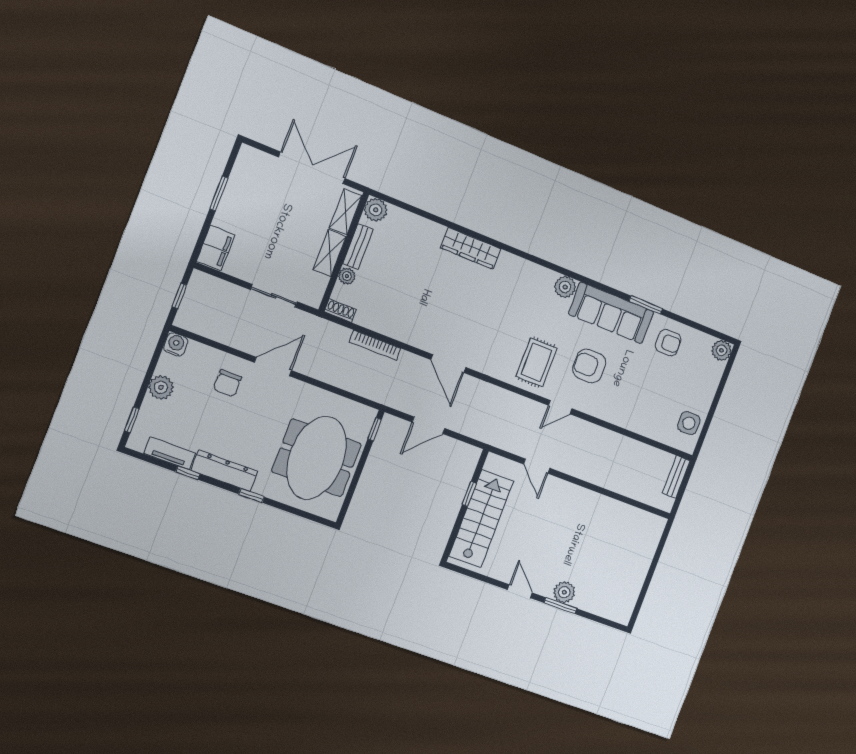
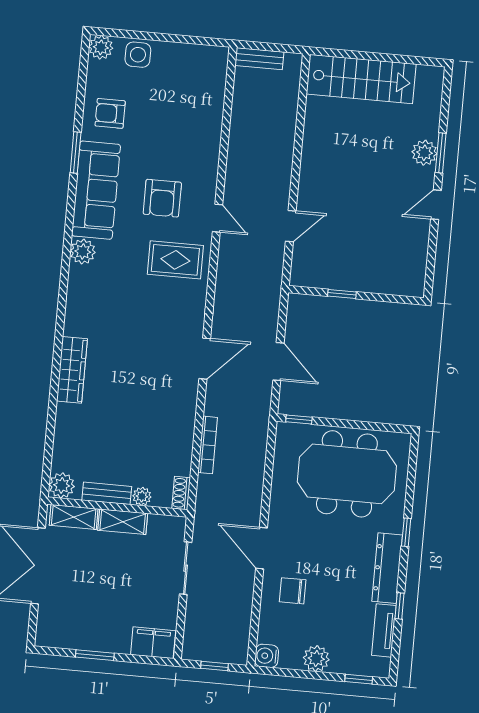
armchair: (668, 343) -> (110, 113), turned -90
chair: (228, 383) -> (293, 591), turned 180
side table: (689, 423) -> (138, 55), moved
stairs: (481, 519) -> (361, 79), moved, turned 180

